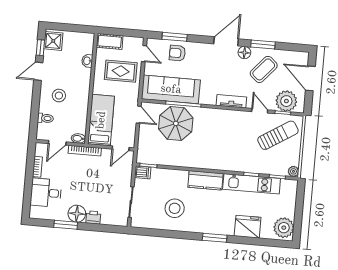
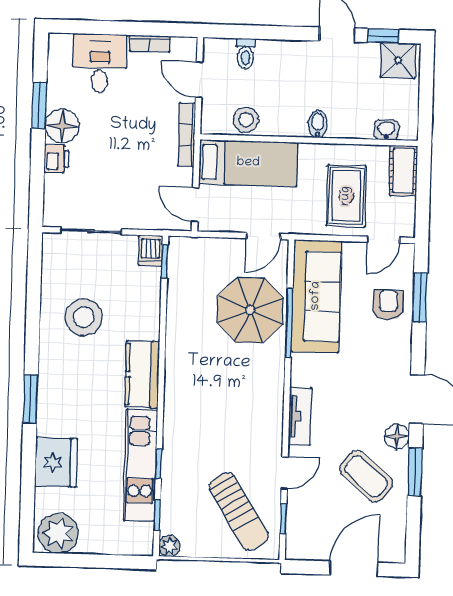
washbasin: (87, 61) -> (386, 130), moved
stool: (59, 96) -> (246, 120), moved
plant: (286, 101) -> (307, 524), removed
bidet: (78, 138) -> (318, 124), moved

